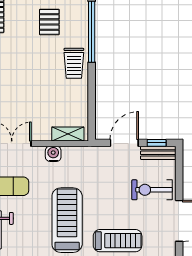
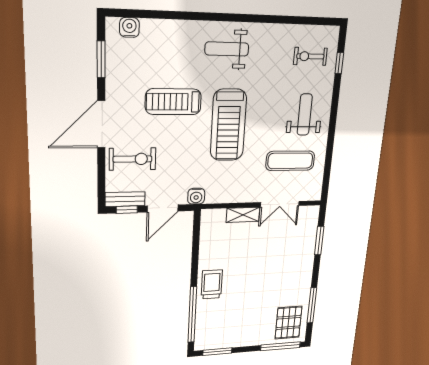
pallet: (49, 22) -> (234, 320), removed
shelving: (68, 134) -> (243, 215), moved
water cooler: (53, 154) -> (196, 196), moved

